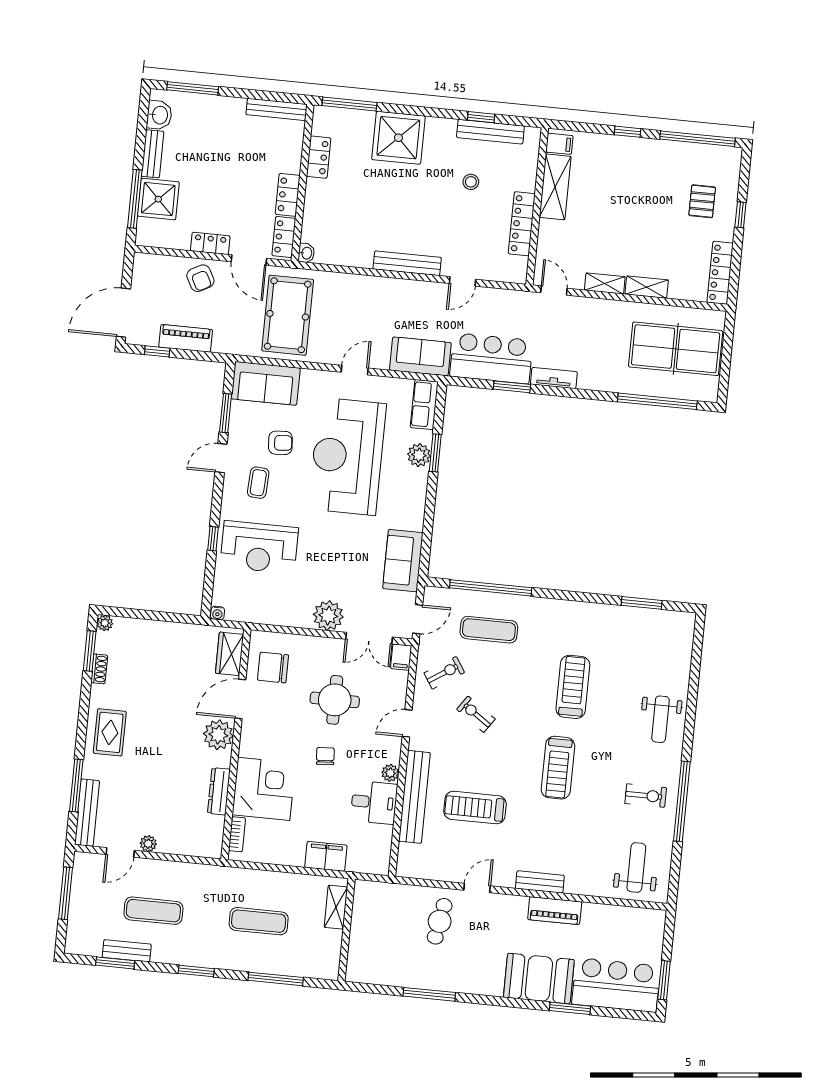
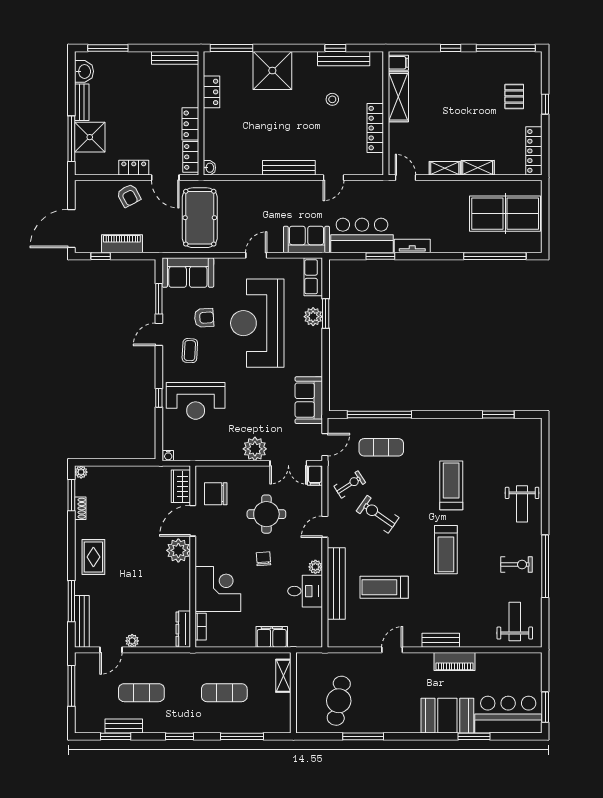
exercise bike: (476, 714) -> (378, 514), width x1.38, depth x1.39
dresser: (219, 791) -> (183, 629), moved
cafe table: (440, 921) -> (339, 701), moved, width x1.37, depth x1.35

